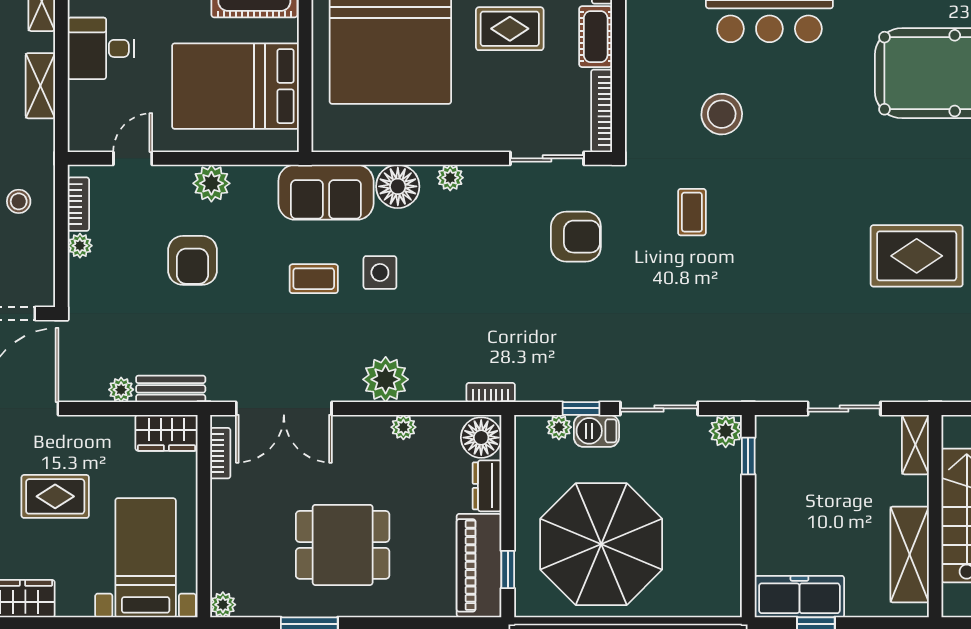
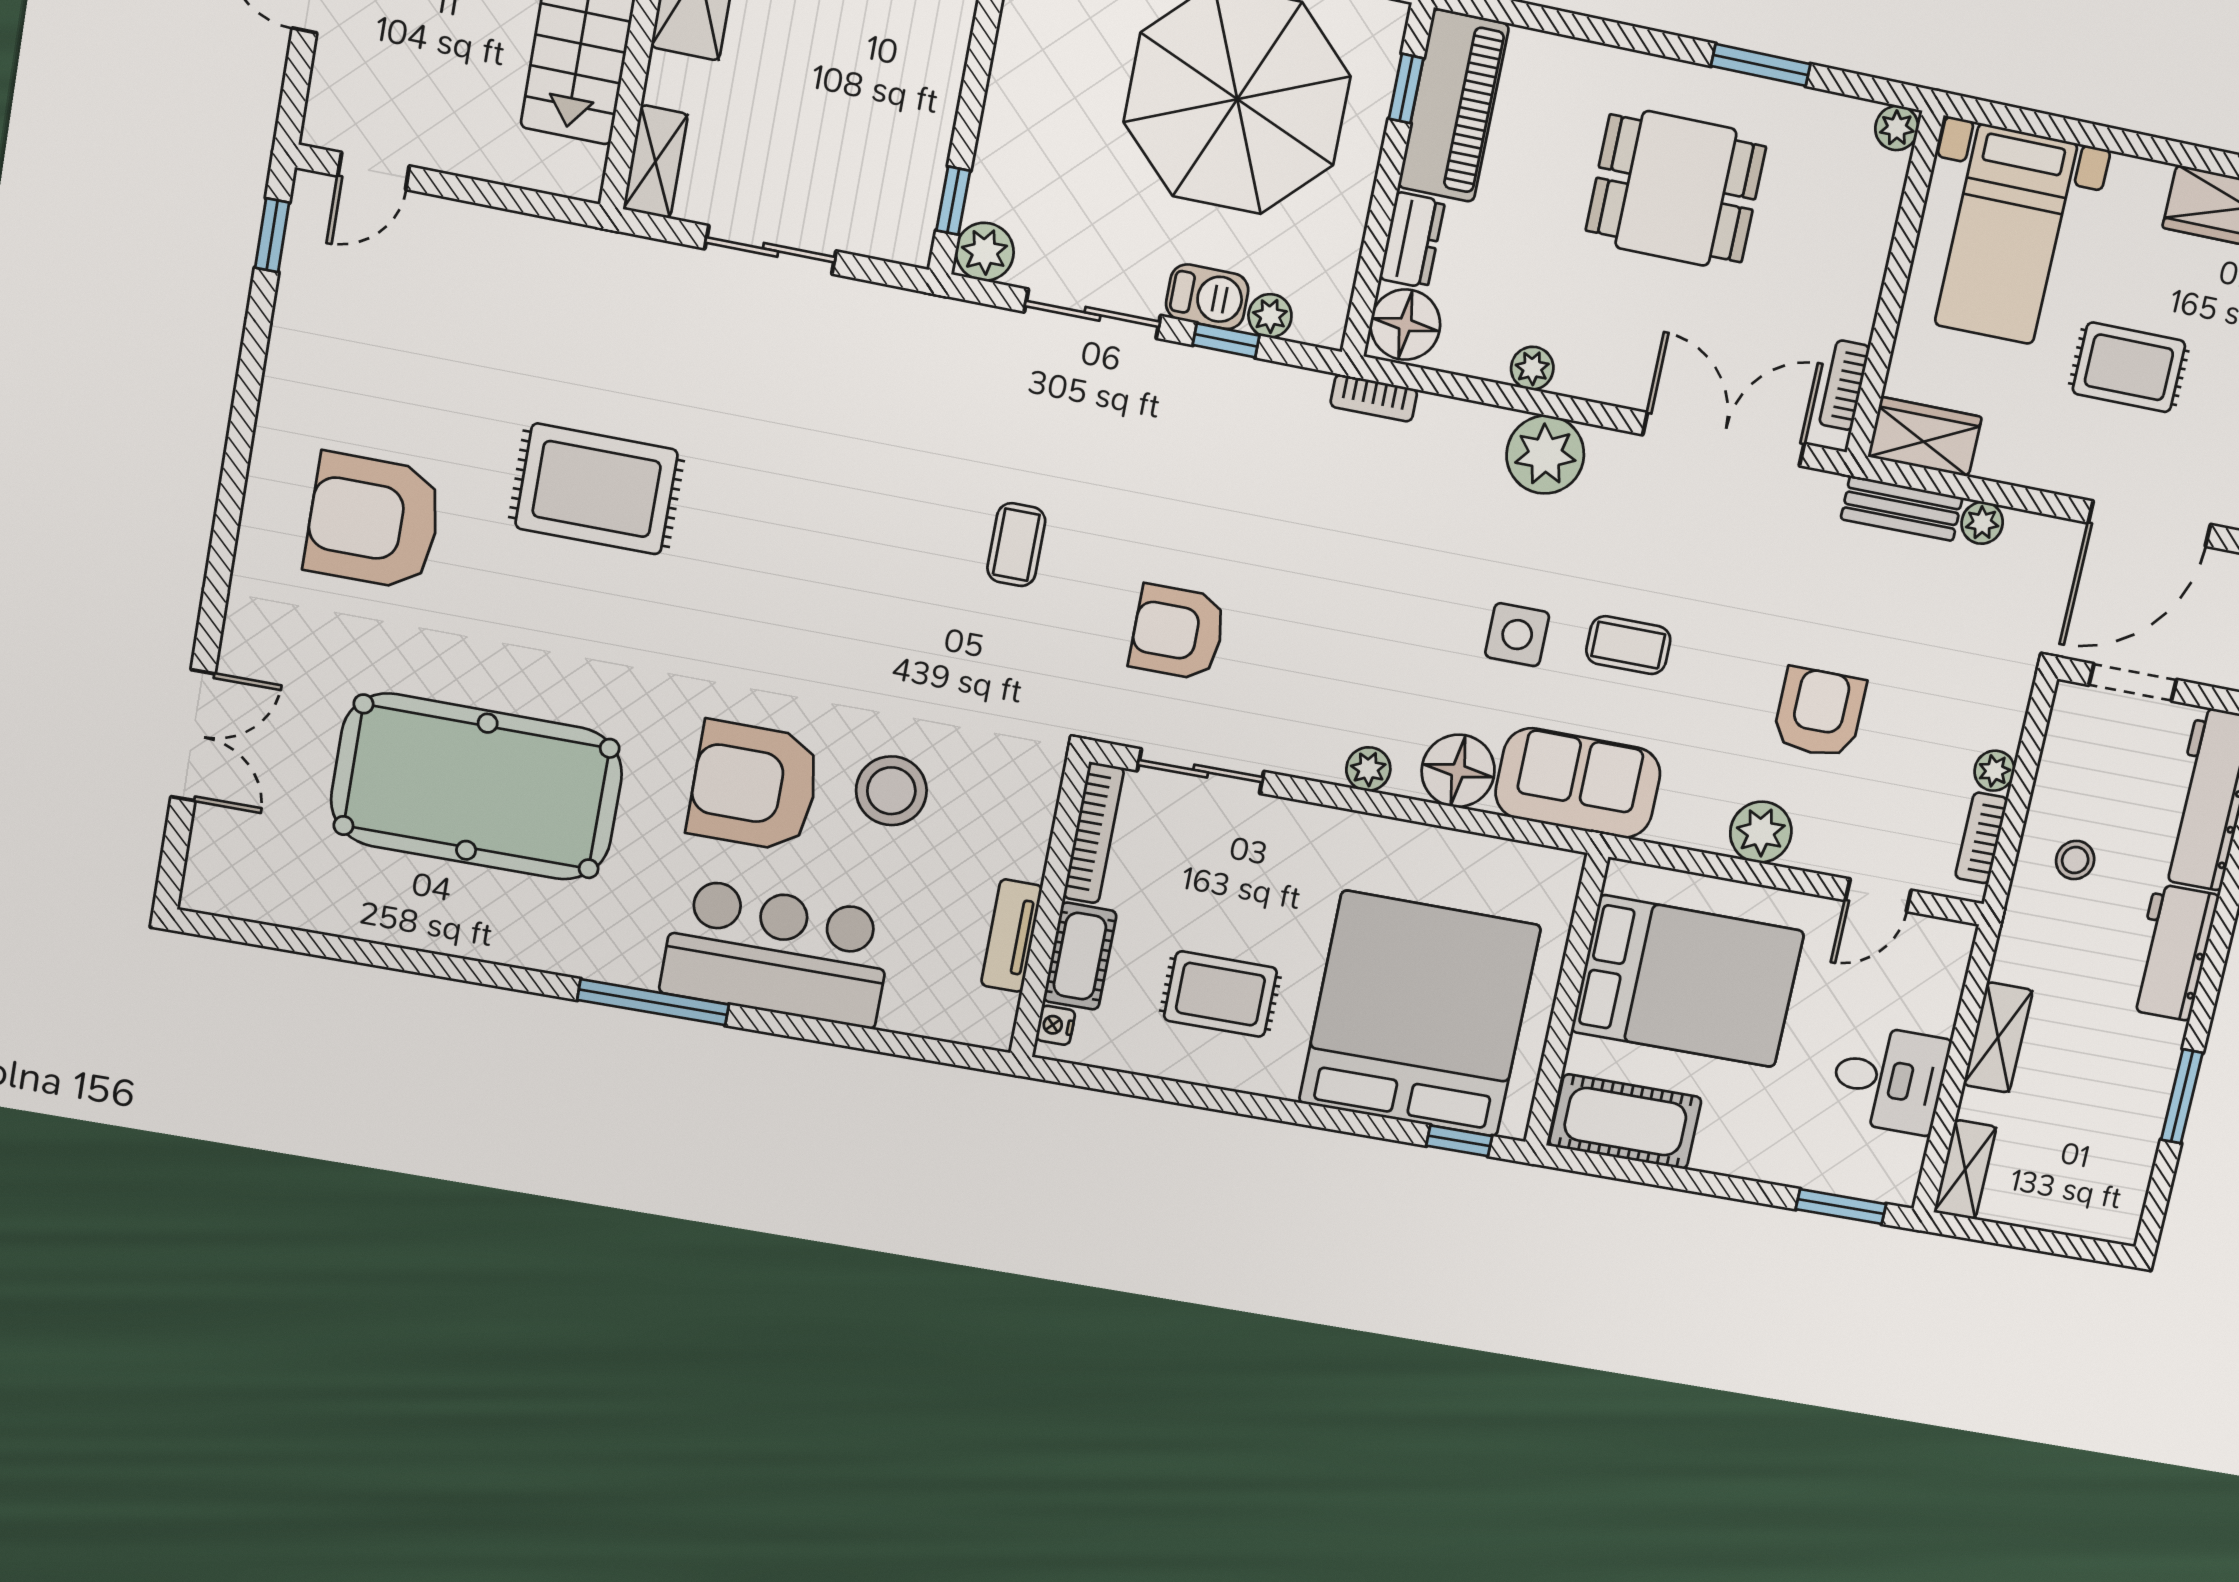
tv unit: (637, 42) -> (1012, 936), added
armchair: (800, 102) -> (754, 786), added
coffee table: (692, 212) -> (1016, 545), moved

